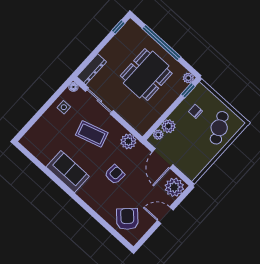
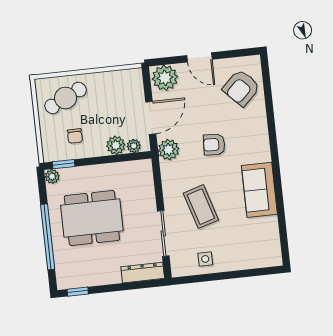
floor lamp: (73, 87) -> (177, 271), removed
plant: (128, 141) -> (169, 150), moved

